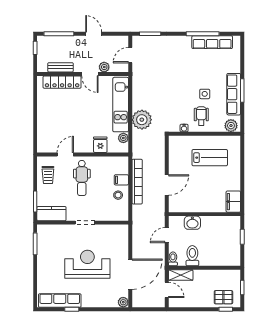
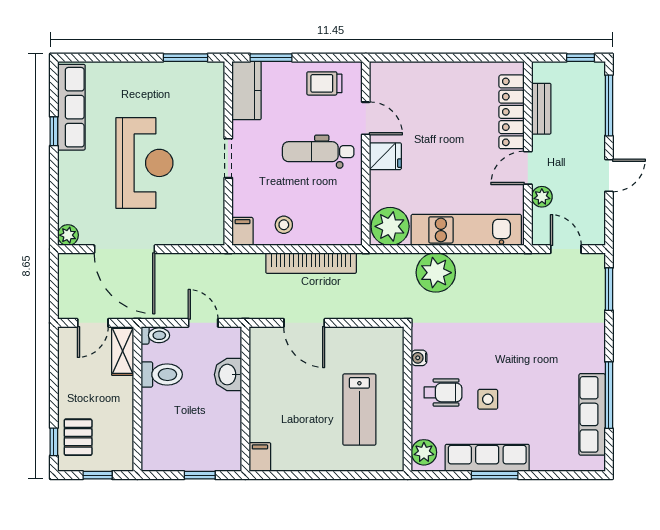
plant: (123, 138) -> (390, 226), width x1.87, depth x1.87
fridge: (100, 145) -> (385, 156), moved
filing cabinet: (121, 180) -> (242, 231), moved
filing cabinet: (233, 202) -> (260, 457), width x0.50

